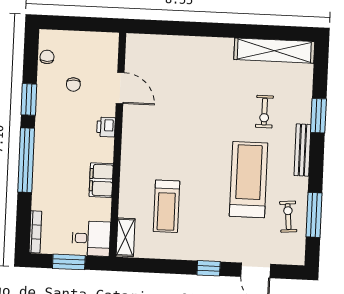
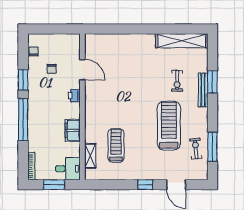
bench: (302, 150) -> (203, 90), moved
treadmill: (166, 206) -> (116, 146), turned 180
shelving: (126, 237) -> (90, 156), moved

